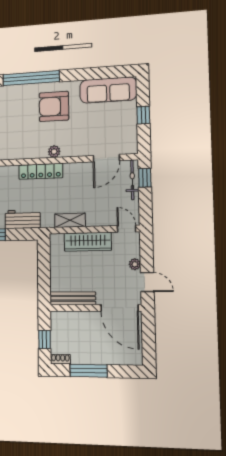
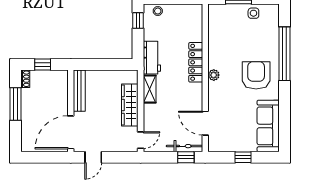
workbench: (23, 219) -> (152, 58), moved
plant: (135, 264) -> (109, 147), removed

